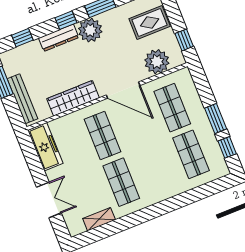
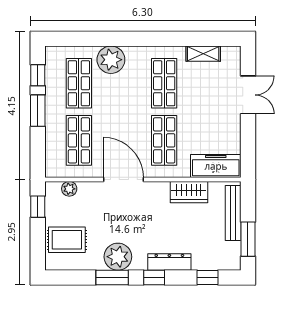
plant: (90, 30) -> (118, 257), moved
plant: (157, 62) -> (69, 189), width x0.53, depth x0.53
wardrobe: (73, 98) -> (189, 192), width x0.67
freezer: (45, 147) -> (216, 166), moved, turned 90
plant: (172, 184) -> (111, 60), added
double door: (49, 200) -> (248, 95), swing flipped

